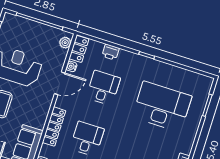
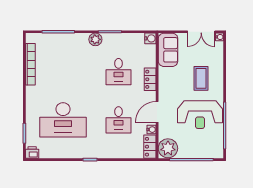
plant: (65, 43) -> (168, 148), width x1.88, depth x1.88
printer: (111, 52) -> (32, 153), moved
locker: (54, 127) -> (150, 79), width x0.66

